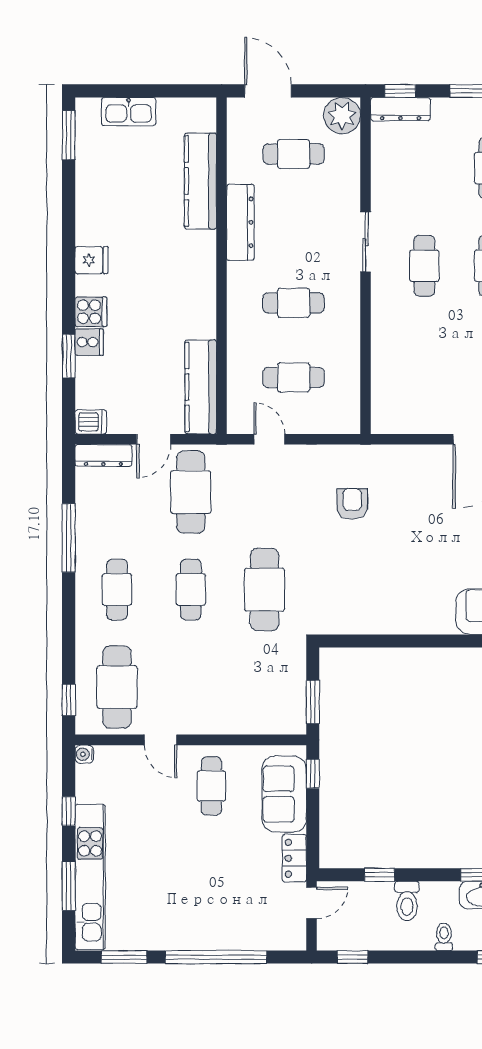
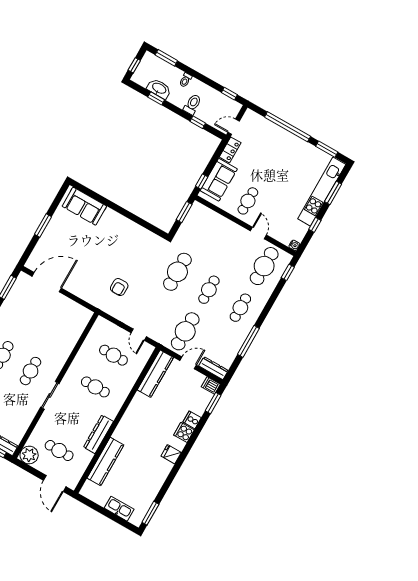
window: (69, 356) -> (213, 403), moved

